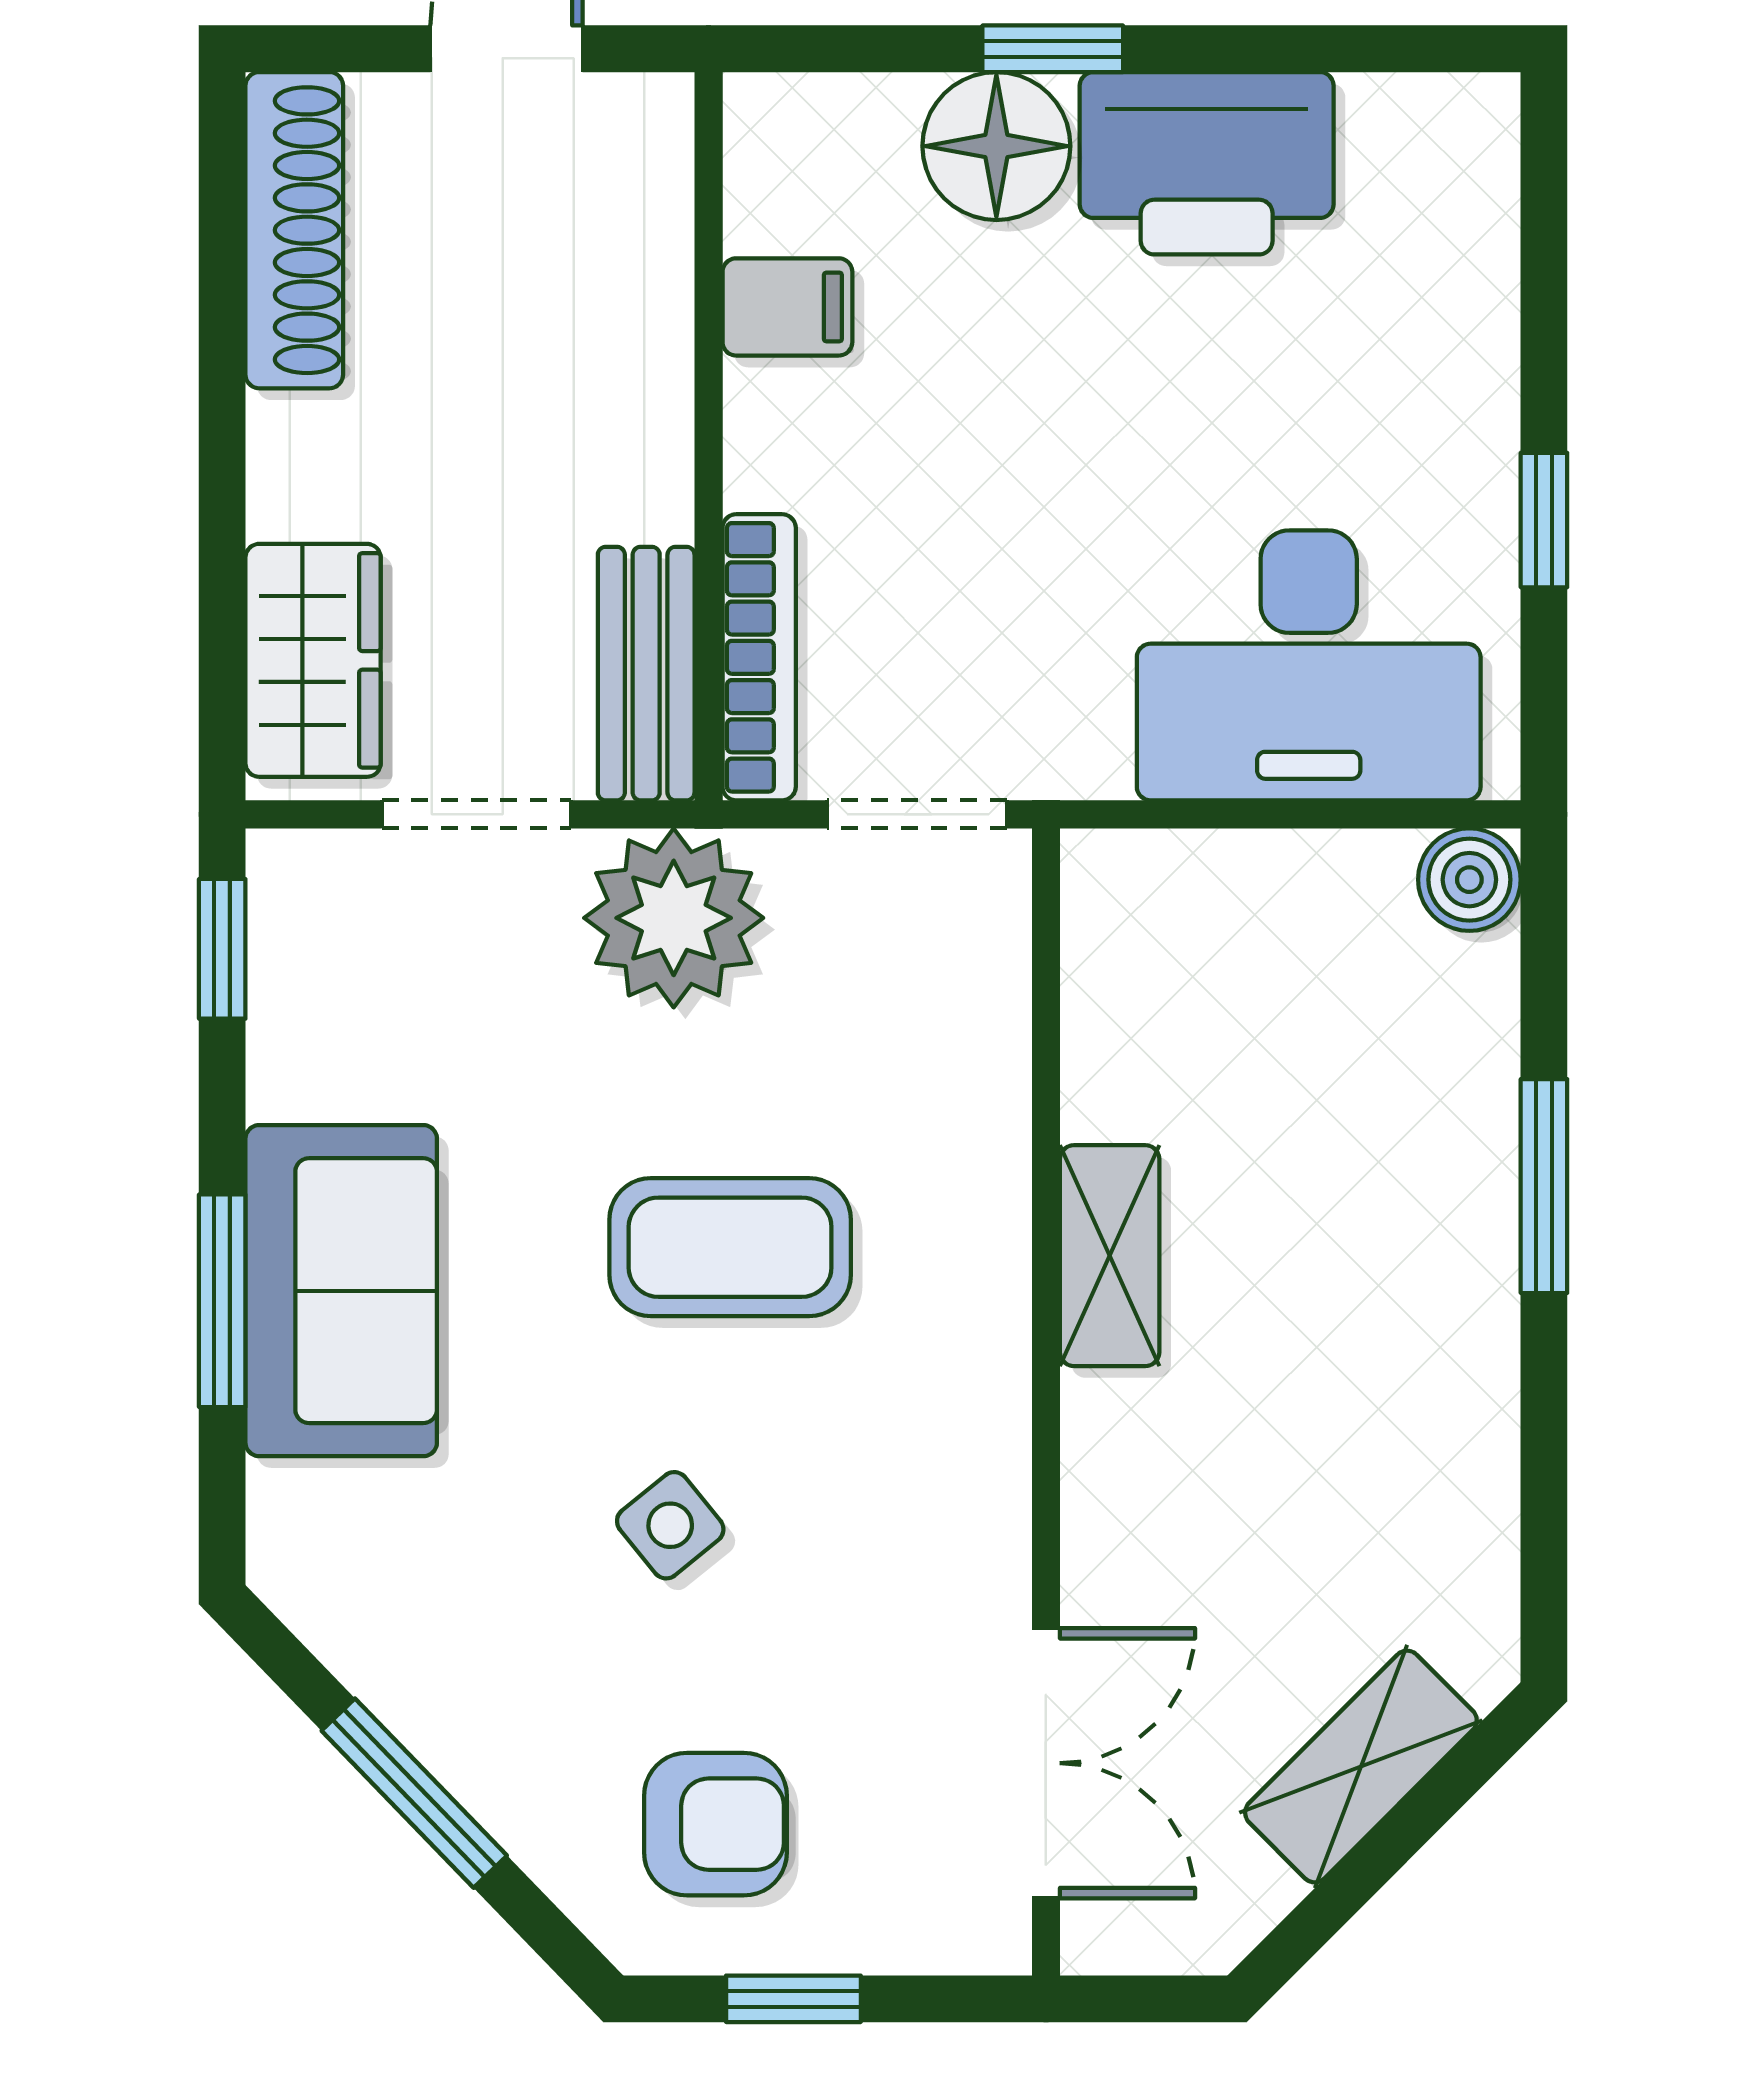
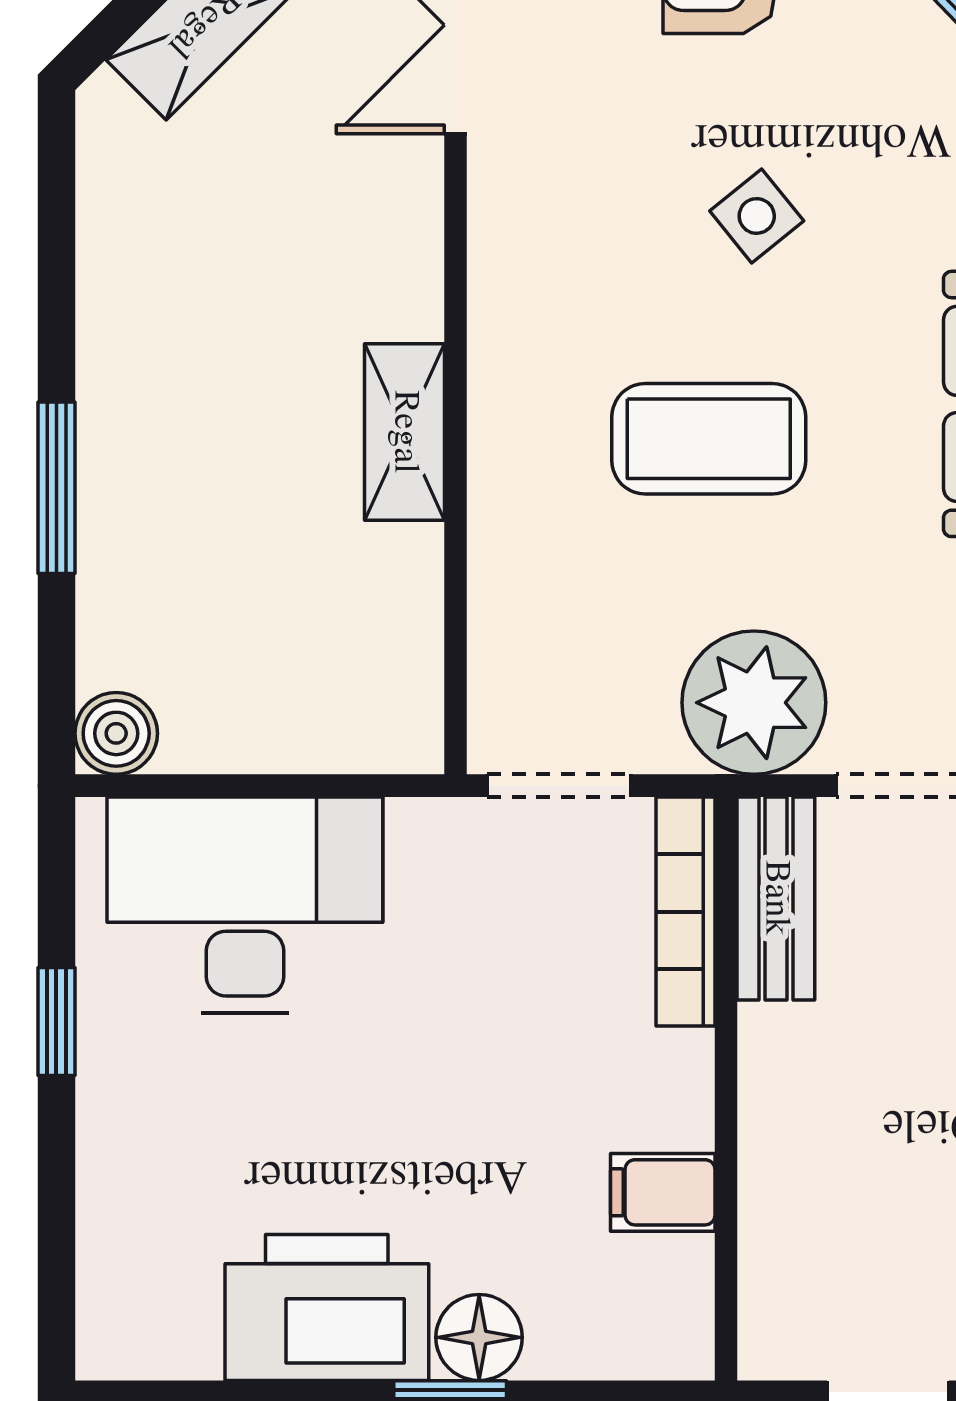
floor lamp: (996, 146) -> (479, 1337), width x0.73, depth x0.73

